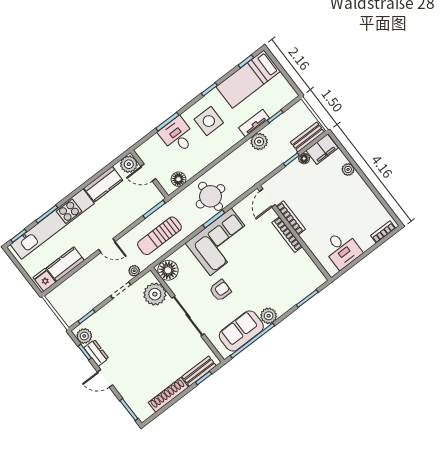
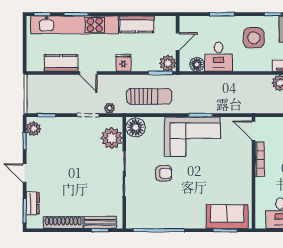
desk: (177, 136) -> (219, 57), moved, turned 180
plant: (129, 164) -> (168, 63), moved
door: (148, 173) -> (178, 42), swing flipped
round table: (211, 196) -> (211, 96), removed
door: (267, 198) -> (253, 131), hinge flipped
bookcase: (287, 235) -> (247, 170), removed
sun lounger: (159, 236) -> (149, 96), turned 180
door: (107, 245) -> (88, 73), moved
fridge: (44, 280) -> (123, 63), moved
plant: (269, 316) -> (186, 221), removed
sofa: (241, 331) -> (227, 217), moved
dresser: (96, 353) -> (33, 203), moved

